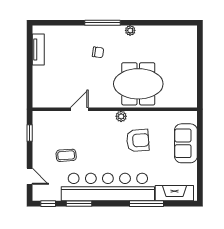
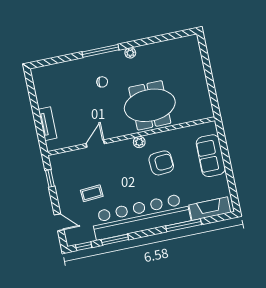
tv unit: (38, 50) -> (48, 124), moved

